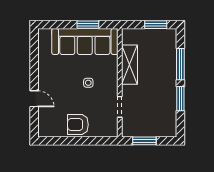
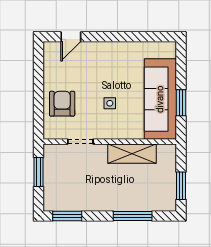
door: (34, 99) -> (71, 37), moved
window: (180, 99) -> (67, 216), moved
armchair: (78, 125) -> (62, 104), moved

